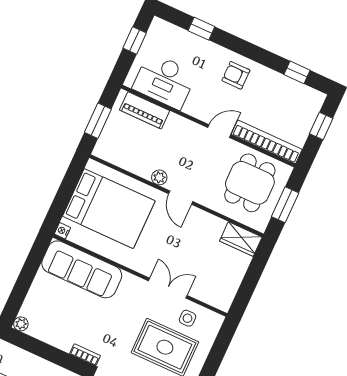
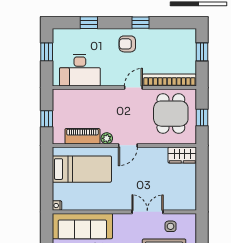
window: (297, 72) -> (140, 23), moved
piano: (145, 110) -> (82, 136), moved, turned 180
window: (98, 121) -> (47, 119), width x0.67
door: (181, 198) -> (128, 145), hinge flipped
window: (285, 205) -> (202, 118), width x0.67
bed: (109, 209) -> (82, 169), width x0.67

